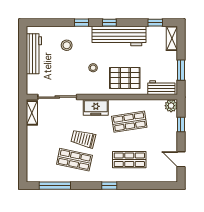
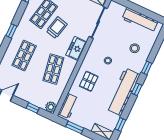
pallet: (125, 78) -> (89, 81), width x0.67, depth x0.71

